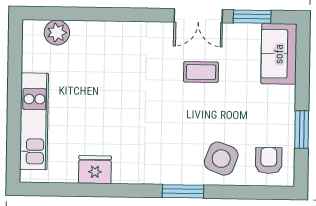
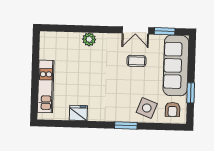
plant: (57, 33) -> (89, 39), moved
sofa: (279, 54) -> (176, 65), width x1.85, depth x1.27
armchair: (269, 161) -> (173, 109), turned 180

